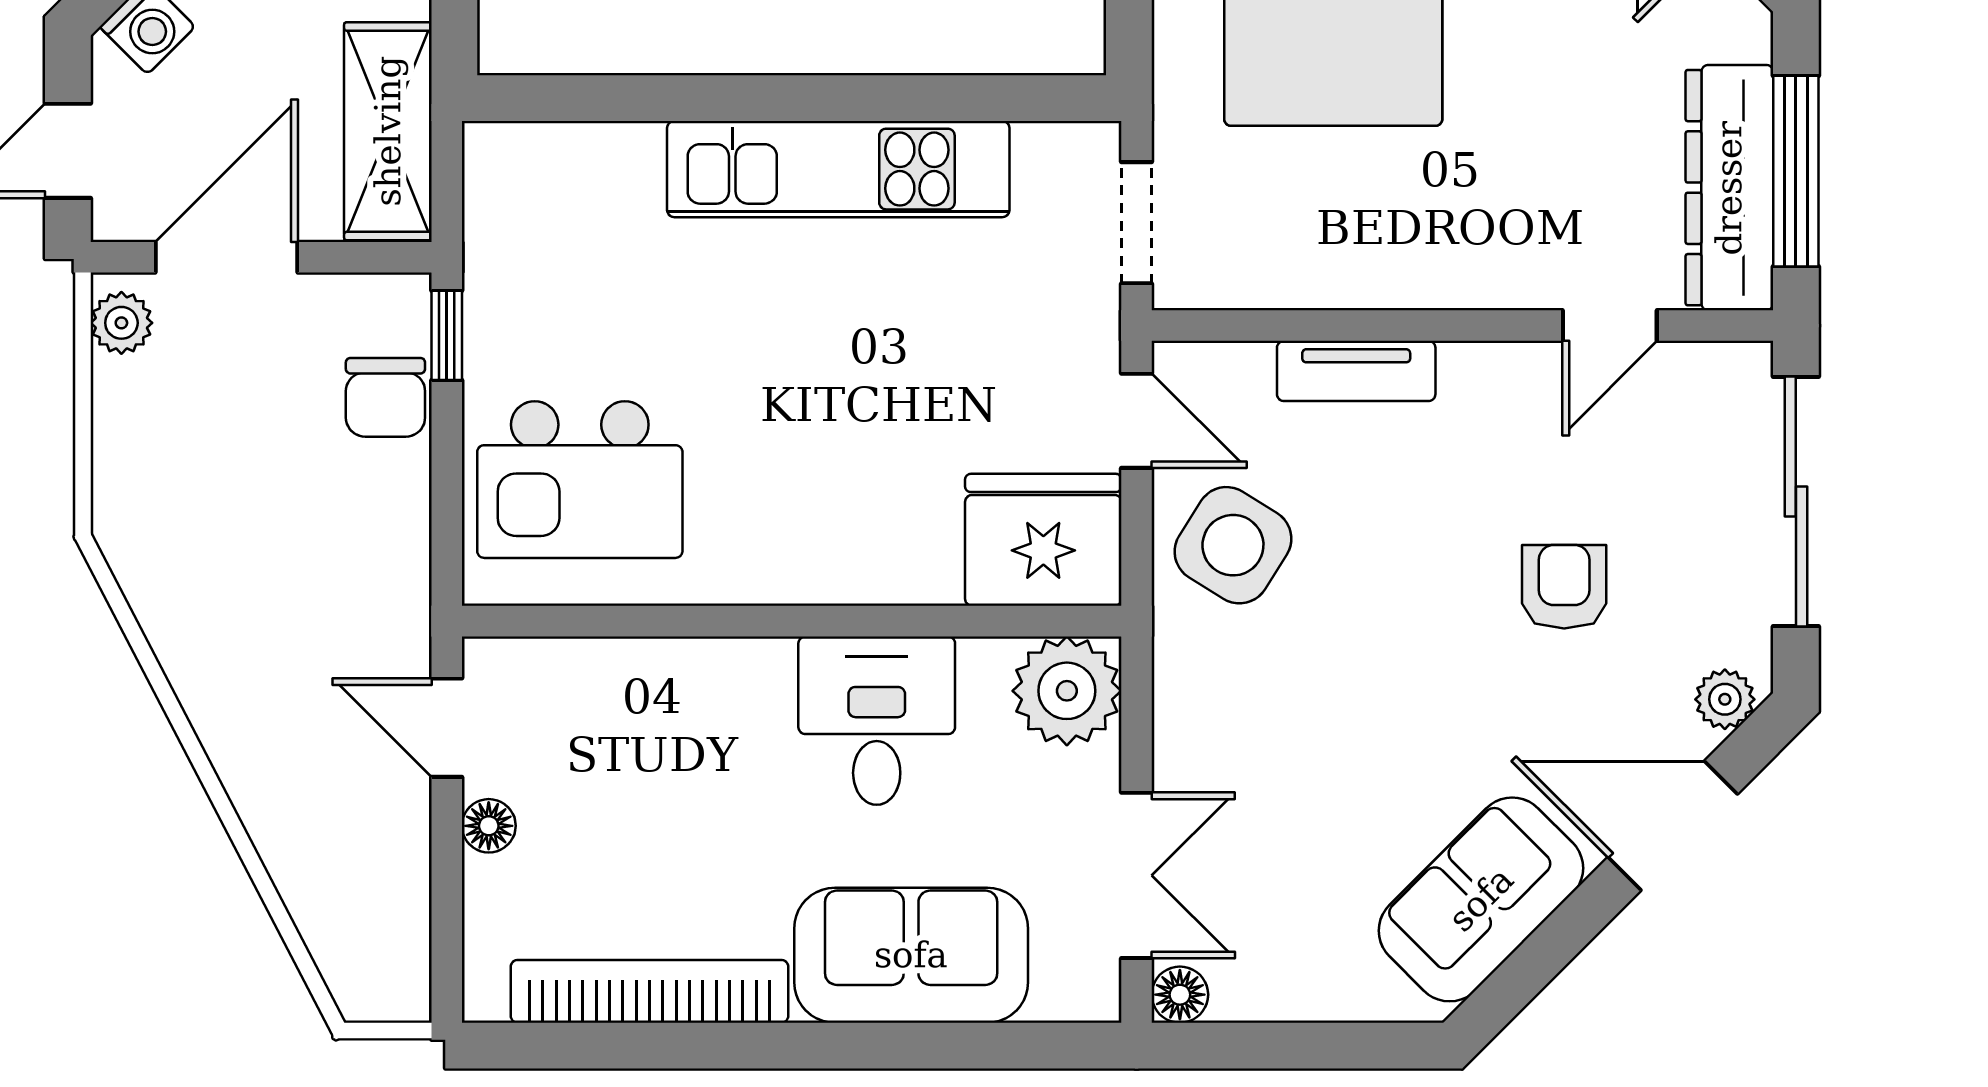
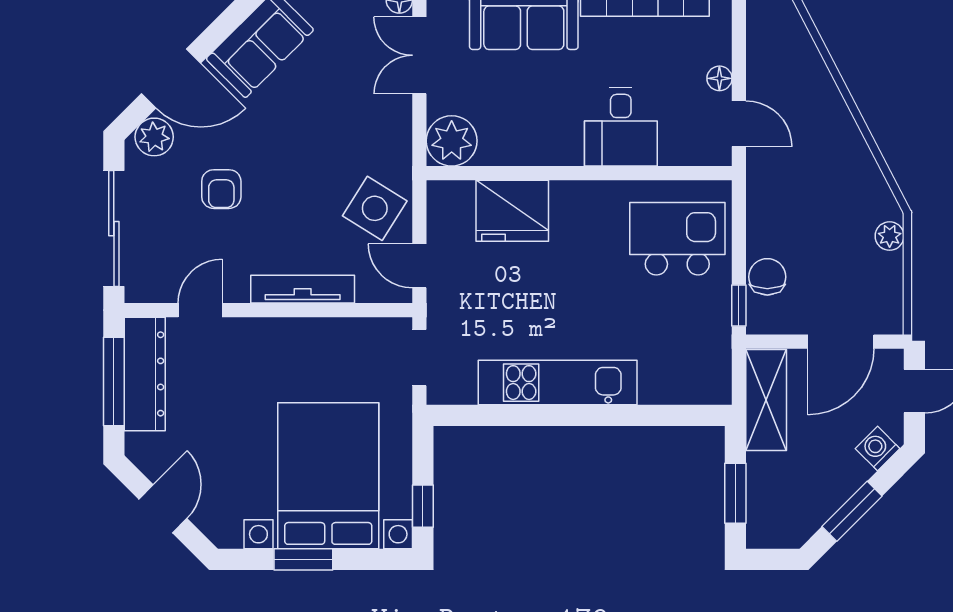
plant: (121, 323) -> (890, 236), moved
tv unit: (1356, 371) -> (303, 289), width x1.41
fridge: (1043, 540) -> (512, 211), moved
plant: (1725, 699) -> (154, 137), width x1.38, depth x1.38
desk: (877, 721) -> (621, 127), moved

